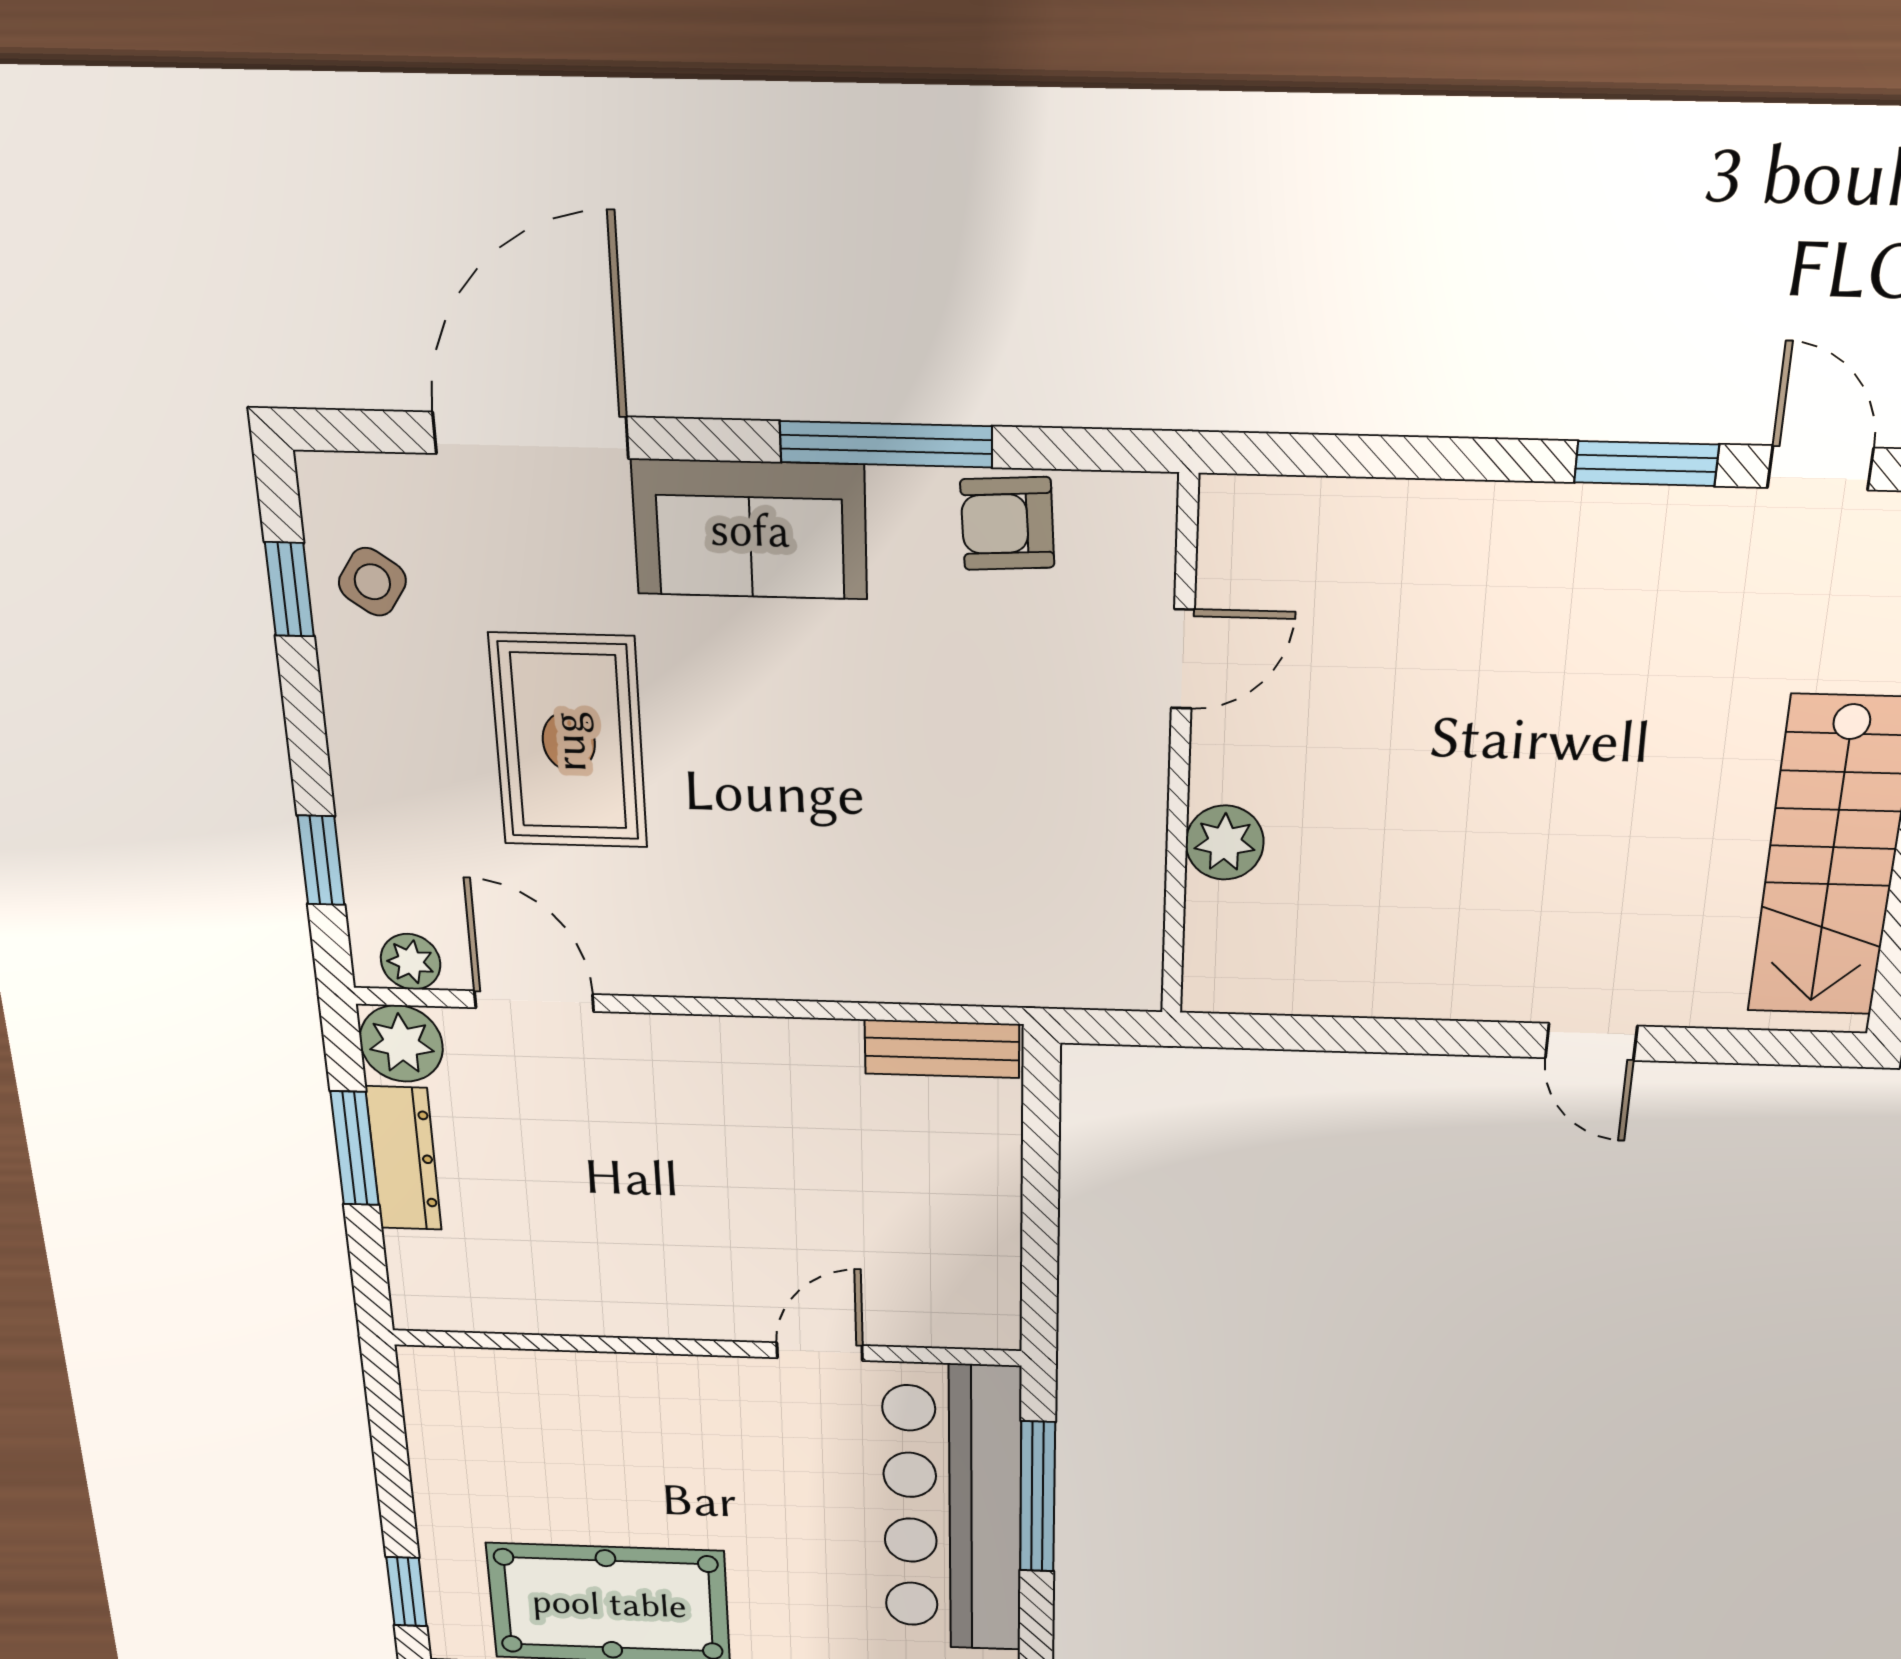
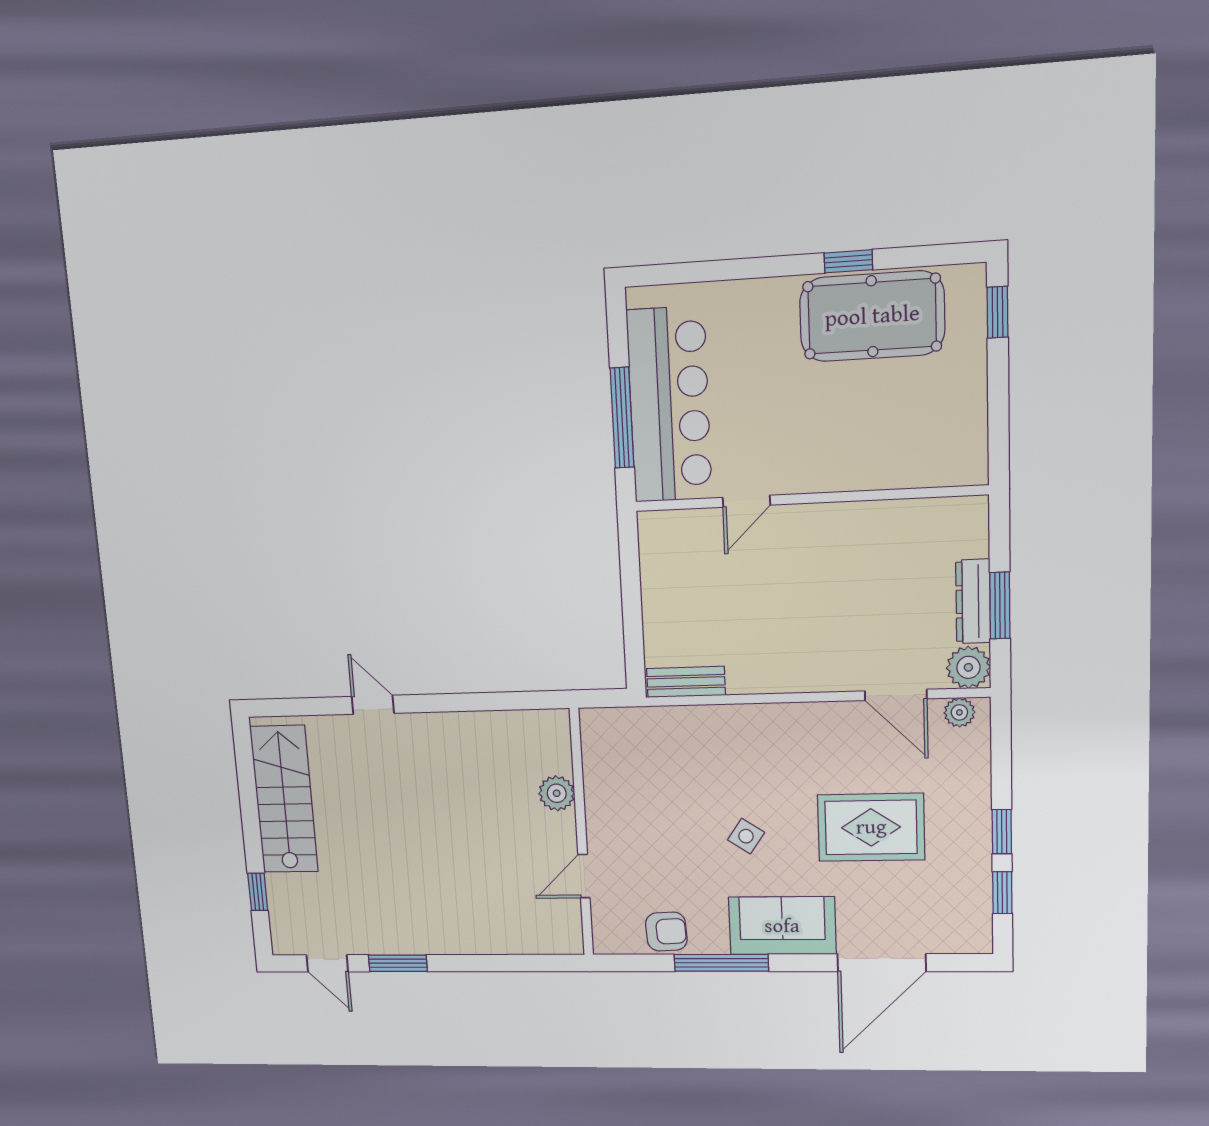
side table: (372, 582) -> (746, 836), moved
rug: (569, 741) -> (871, 827), turned 90
window: (321, 860) -> (1002, 832), moved

